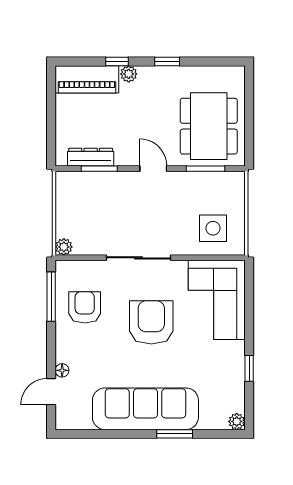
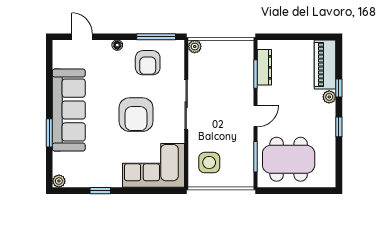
armchair: (85, 307) -> (148, 63), turned 90
armchair: (151, 322) -> (136, 115), turned 90
floor lamp: (62, 370) -> (117, 45), moved

